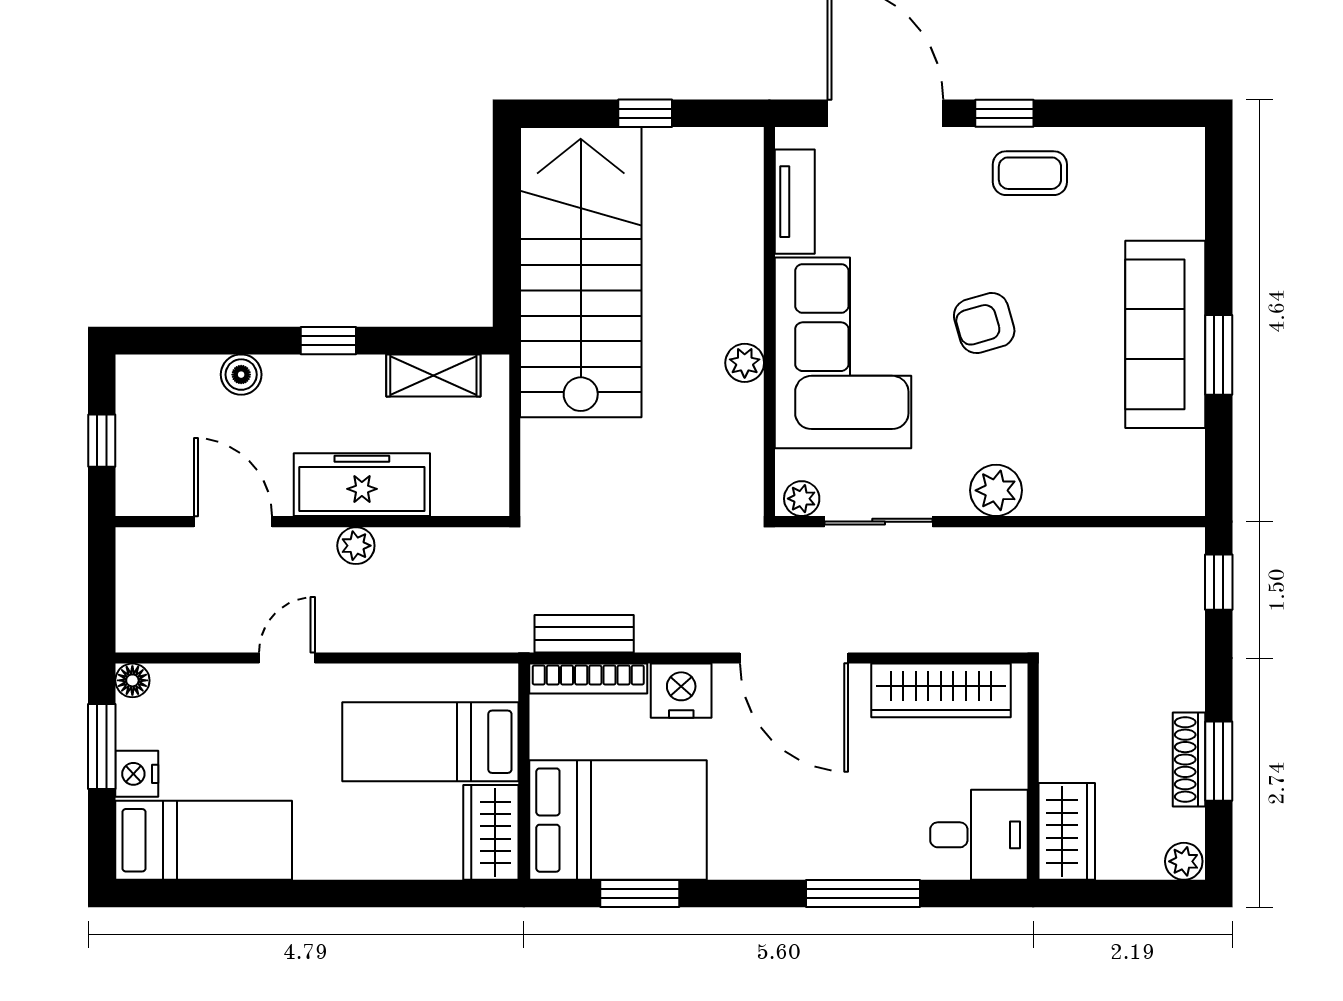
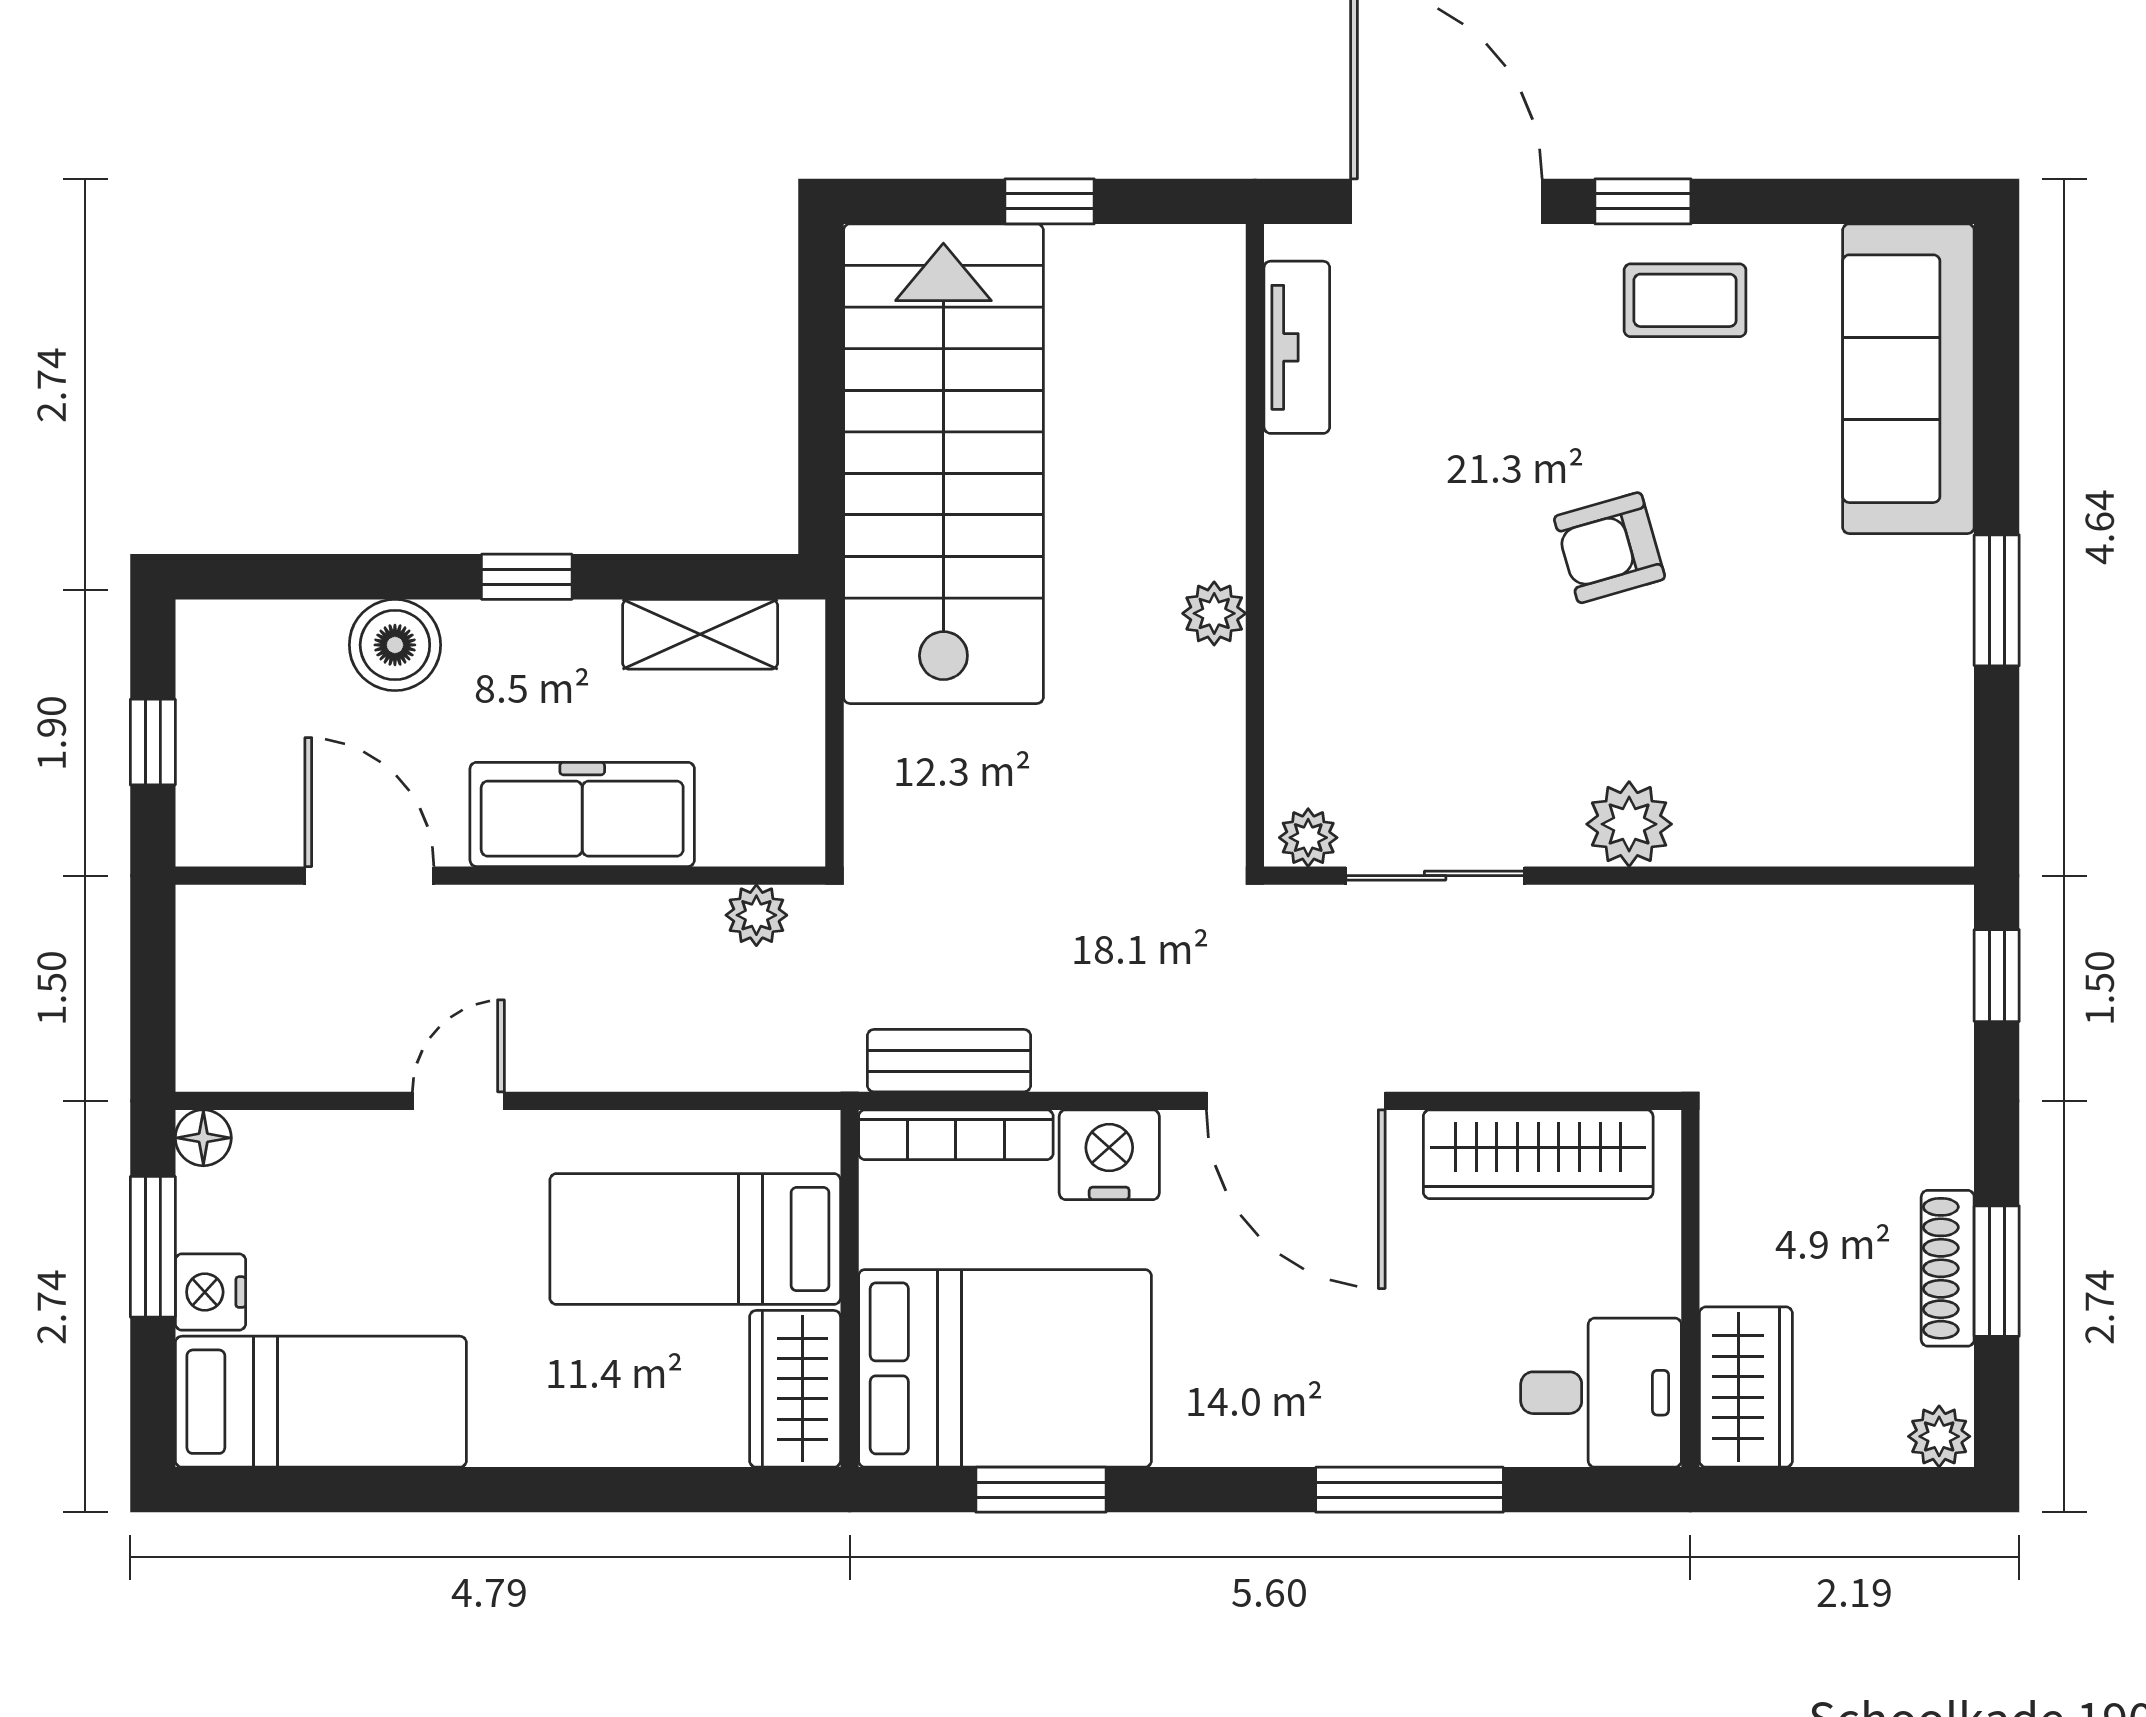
sofa: (1165, 334) -> (1908, 379), moved
corner sofa: (843, 353) -> (1376, 597), removed
boiler: (241, 375) -> (395, 645), width x1.36, depth x1.36
plant: (356, 546) -> (756, 915), moved

